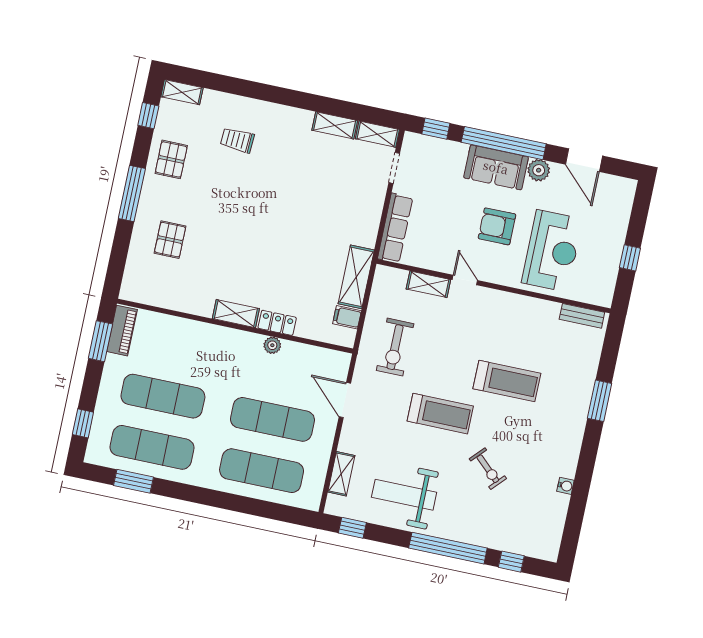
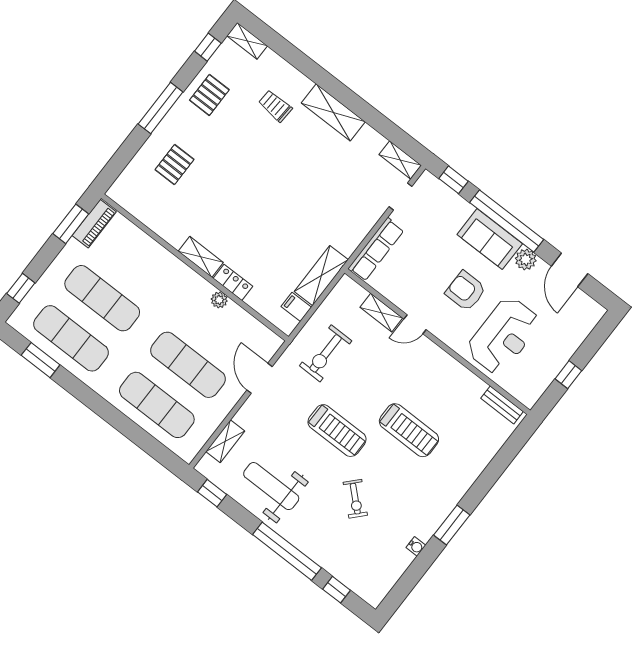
shelving: (335, 125) -> (333, 112), moved, width x1.50, depth x1.33
door: (465, 280) -> (415, 324), swing flipped
window: (600, 401) -> (452, 525), moved

